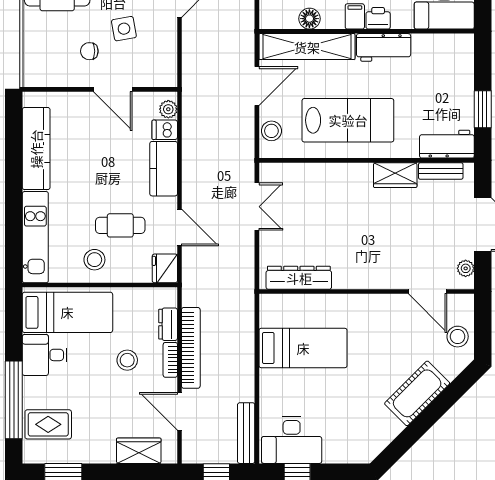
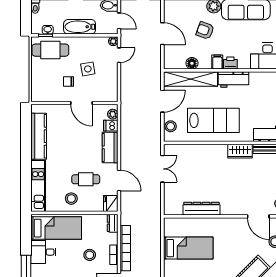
dresser: (299, 278) -> (201, 209), moved
dresser: (168, 324) -> (113, 223), moved

